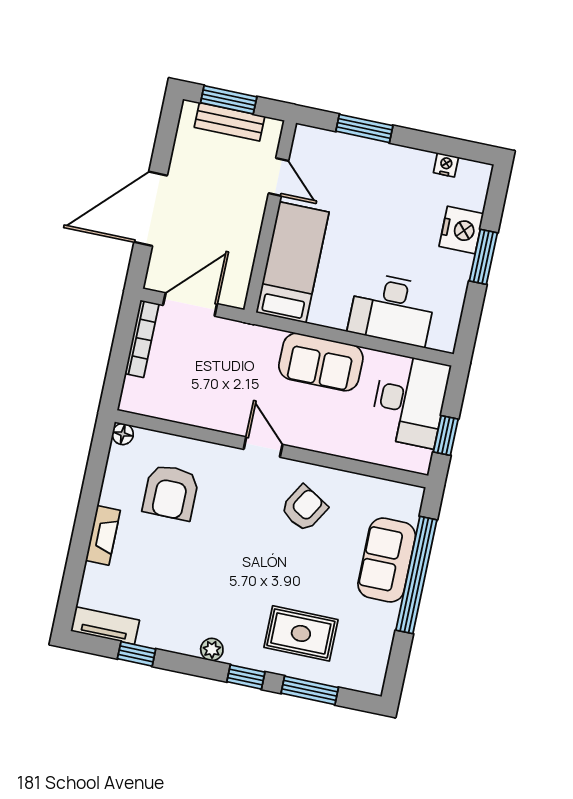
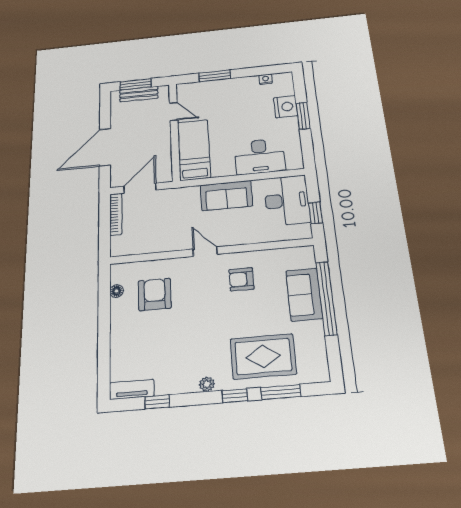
floor lamp: (123, 434) -> (116, 291), moved
armchair: (171, 492) -> (155, 294), turned 180
armchair: (304, 508) -> (241, 279), turned -121
fireplace: (103, 535) -> (118, 333), removed
rug: (301, 633) -> (263, 356), width x1.36, depth x1.43

